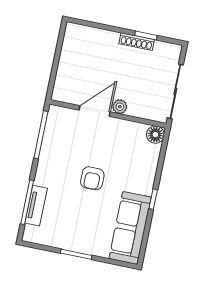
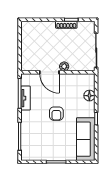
door: (95, 111) -> (49, 72), swing flipped
floor lamp: (155, 135) -> (89, 96), moved
tv unit: (36, 206) -> (26, 98), moved

